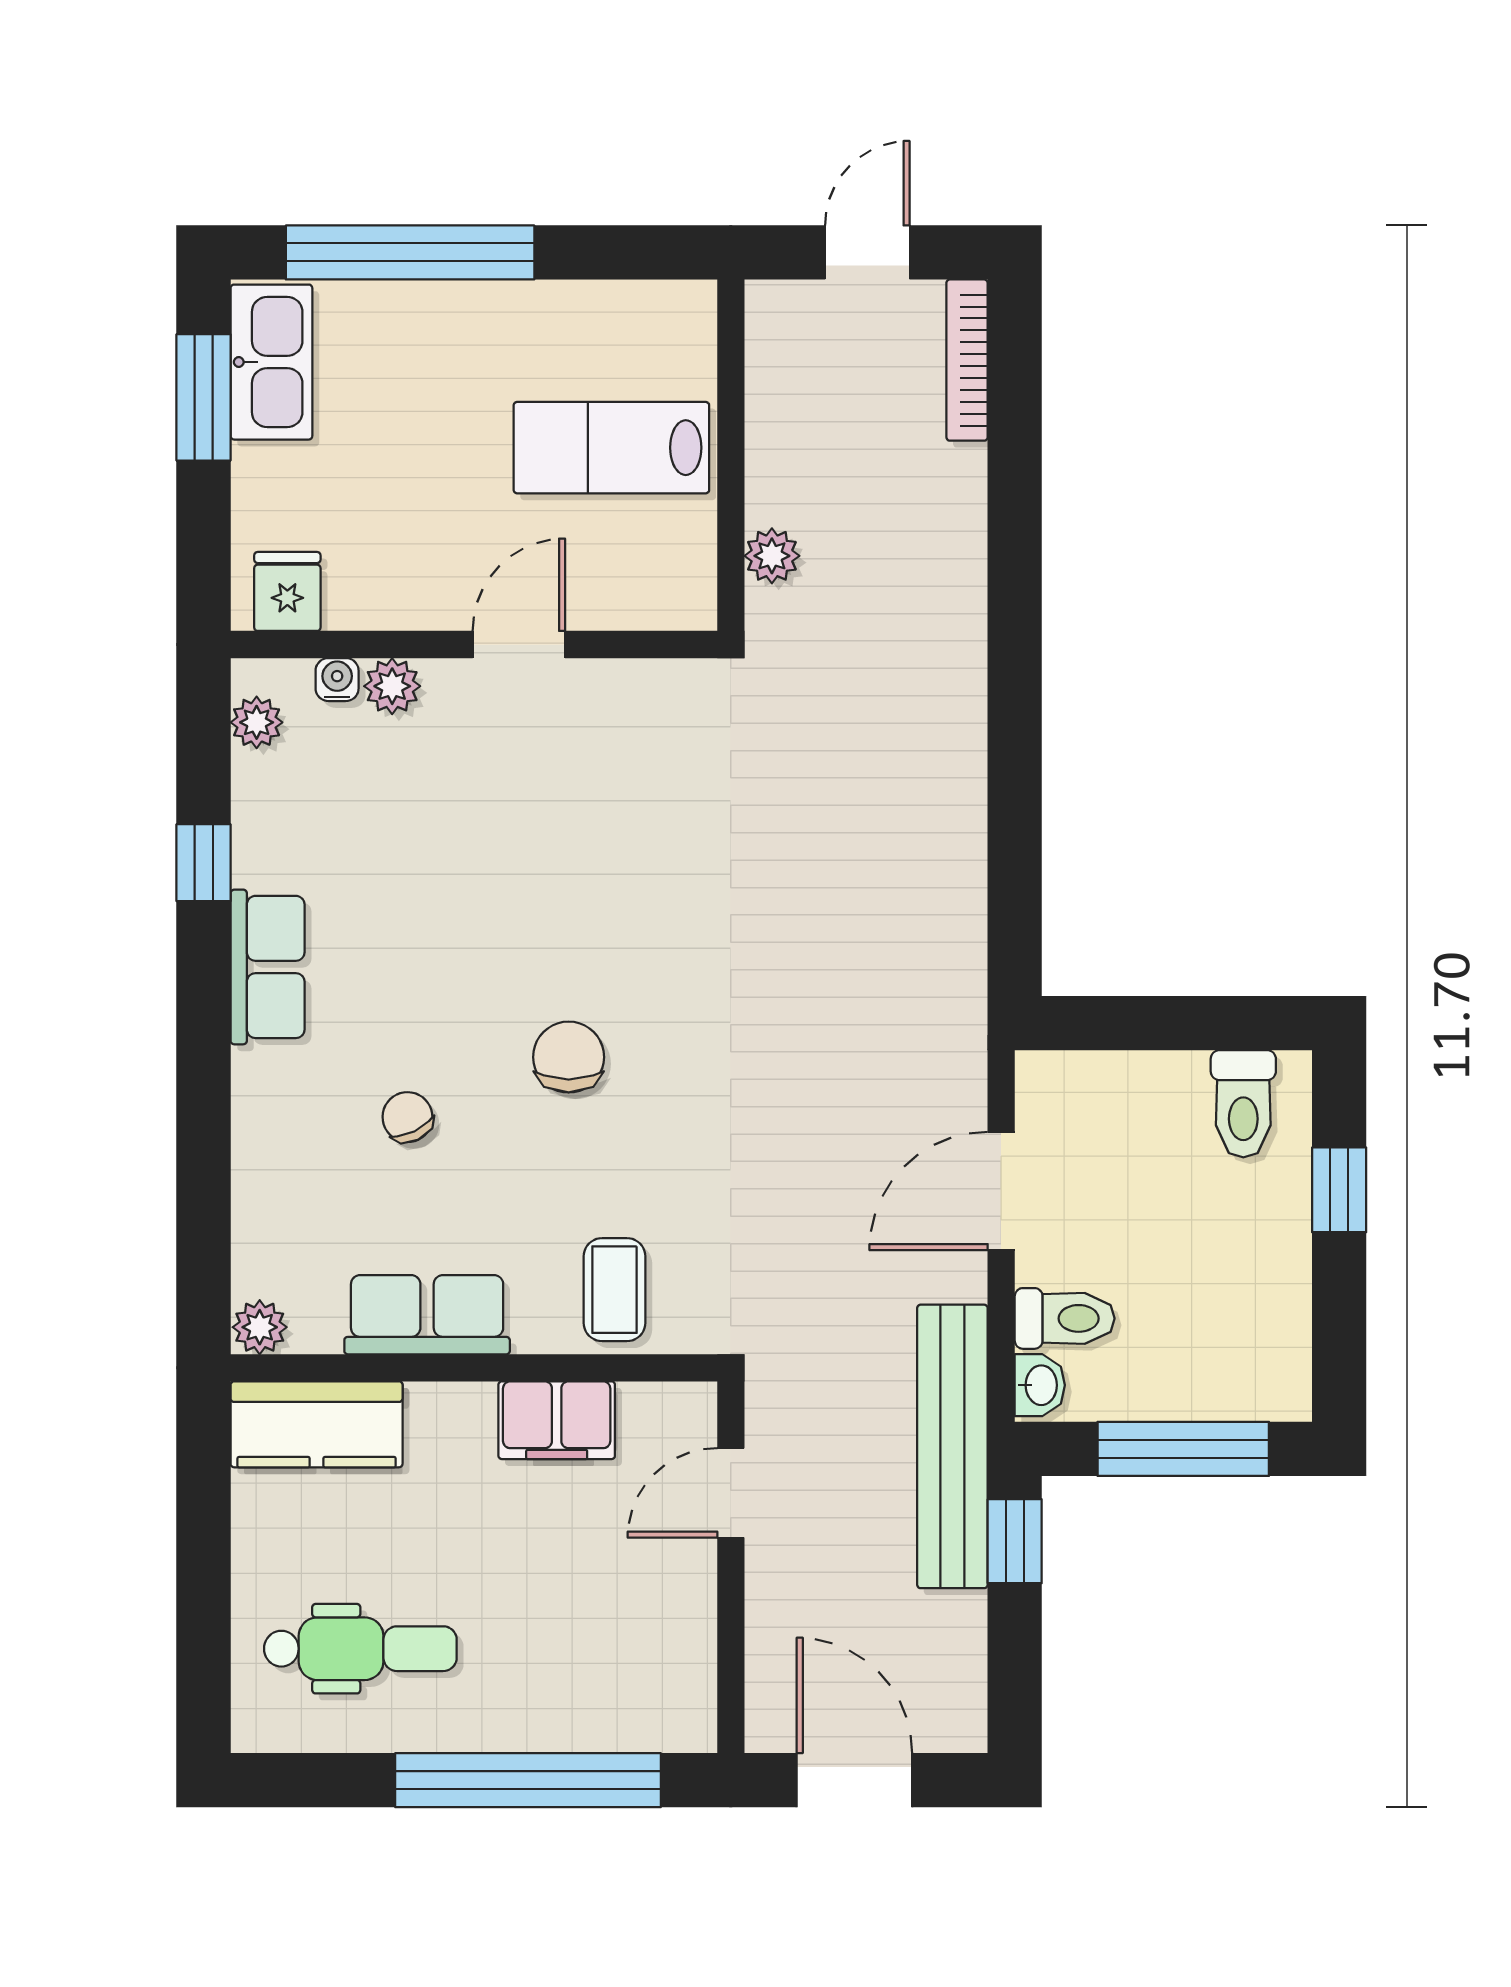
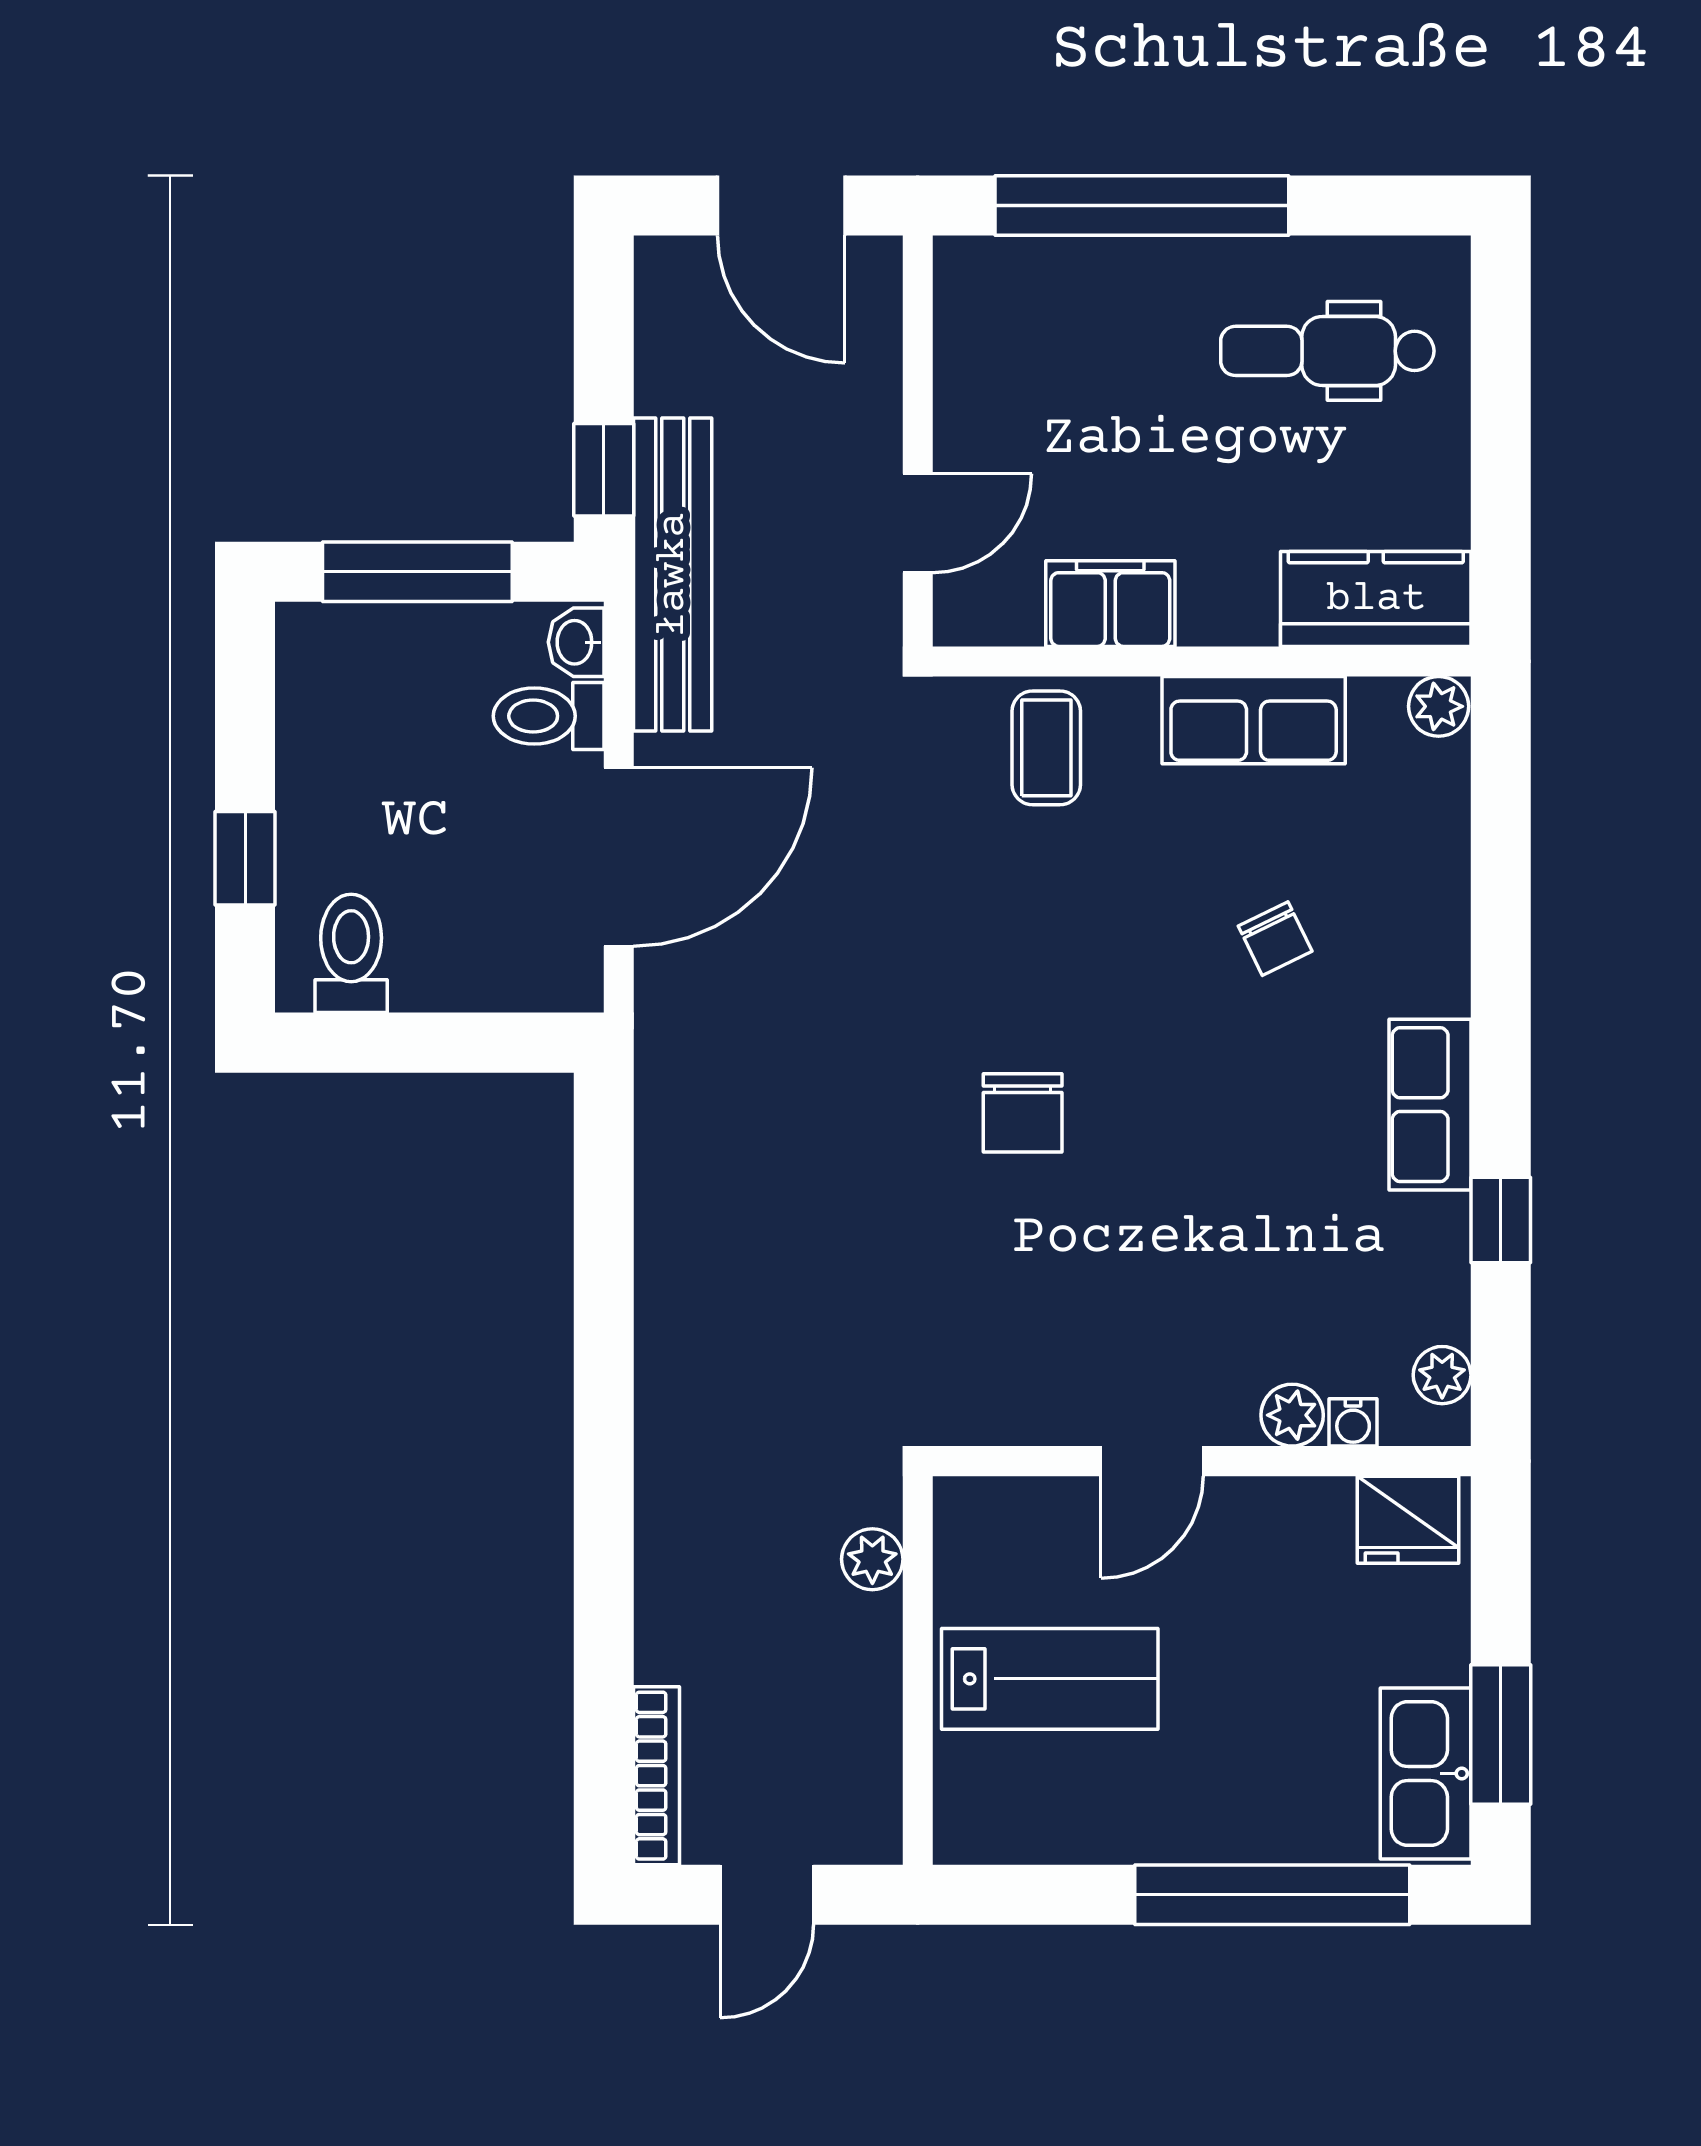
fridge: (287, 591) -> (1408, 1520), width x1.38
chair: (569, 1057) -> (1023, 1113), moved
door: (1001, 1191) -> (619, 857), width x1.36

